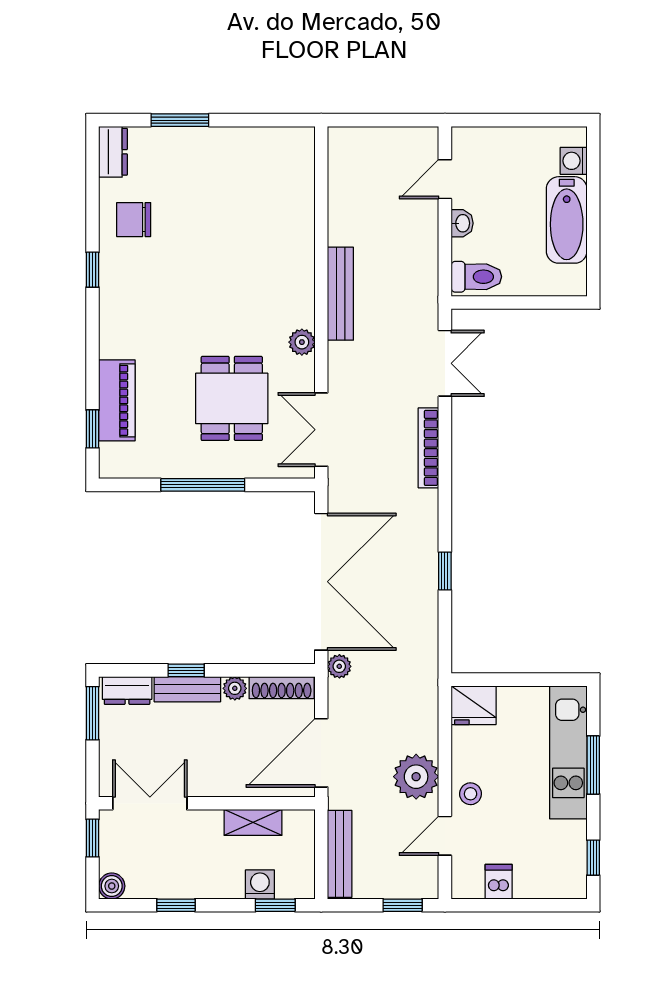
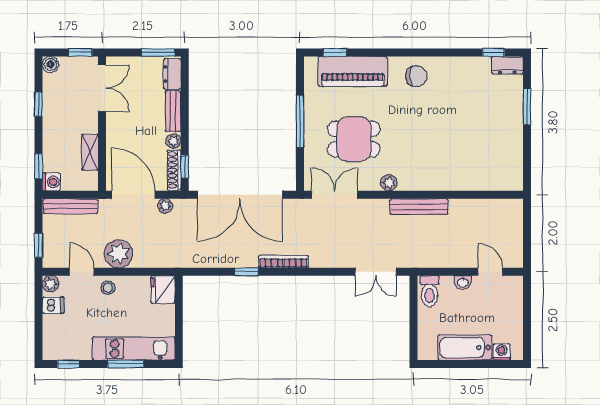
chair: (134, 220) -> (416, 76), moved, turned 90
window: (93, 270) -> (494, 53), moved
piano: (117, 400) -> (353, 71), width x1.37, depth x1.33
bookcase: (428, 448) -> (283, 262), moved
plant: (339, 666) -> (165, 206), moved
window: (186, 670) -> (185, 167), moved
washing machine: (260, 885) -> (51, 182), moved
plant: (464, 886) -> (51, 284), added

